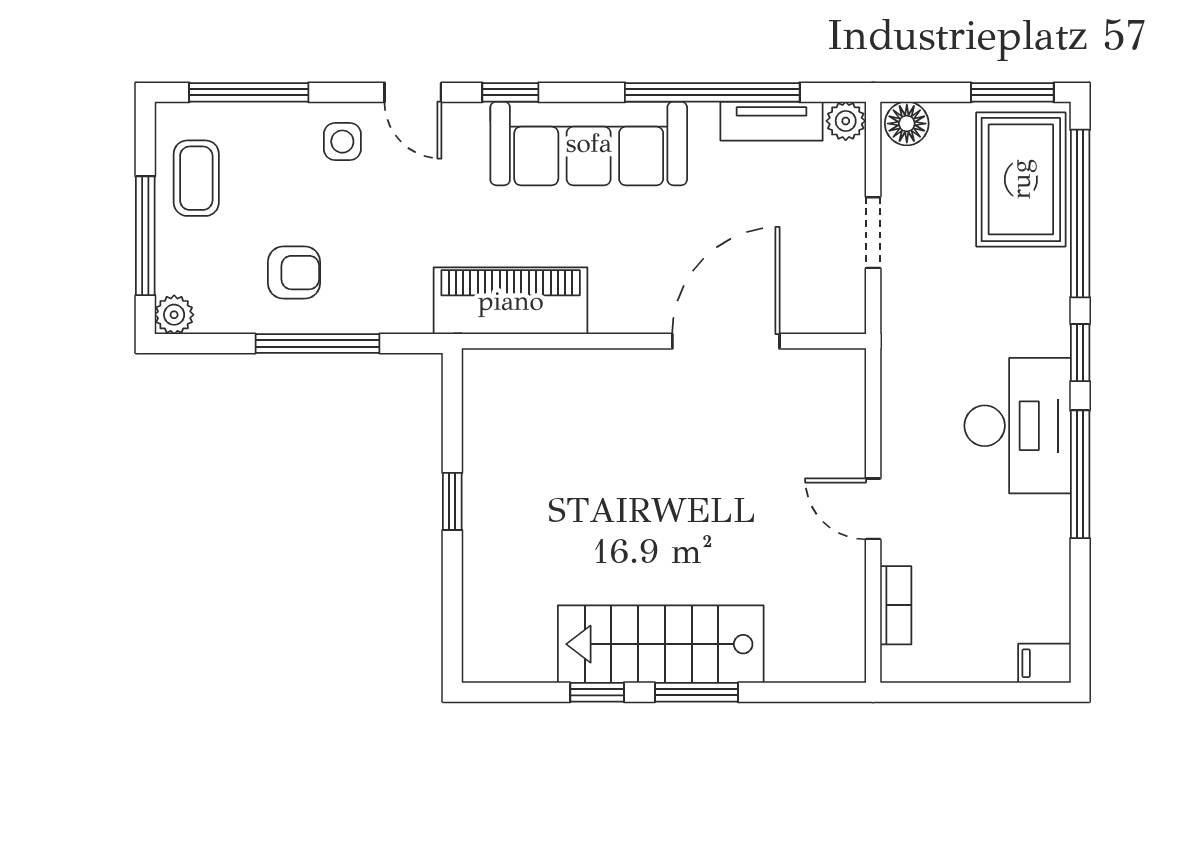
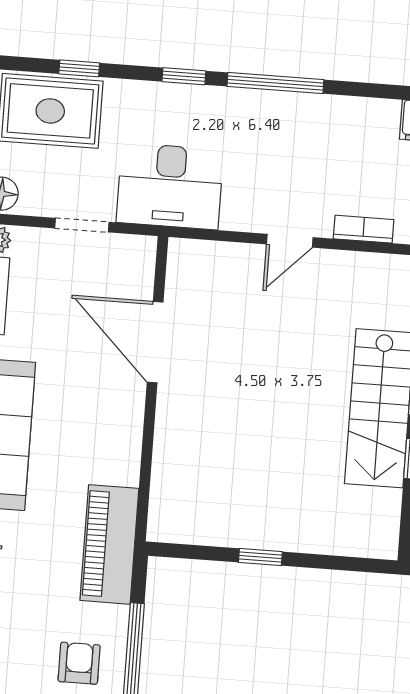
window: (1080, 213) -> (79, 68), width x0.32
piano: (511, 301) -> (109, 544), moved
desk: (1018, 426) -> (170, 186), moved, turned 180

